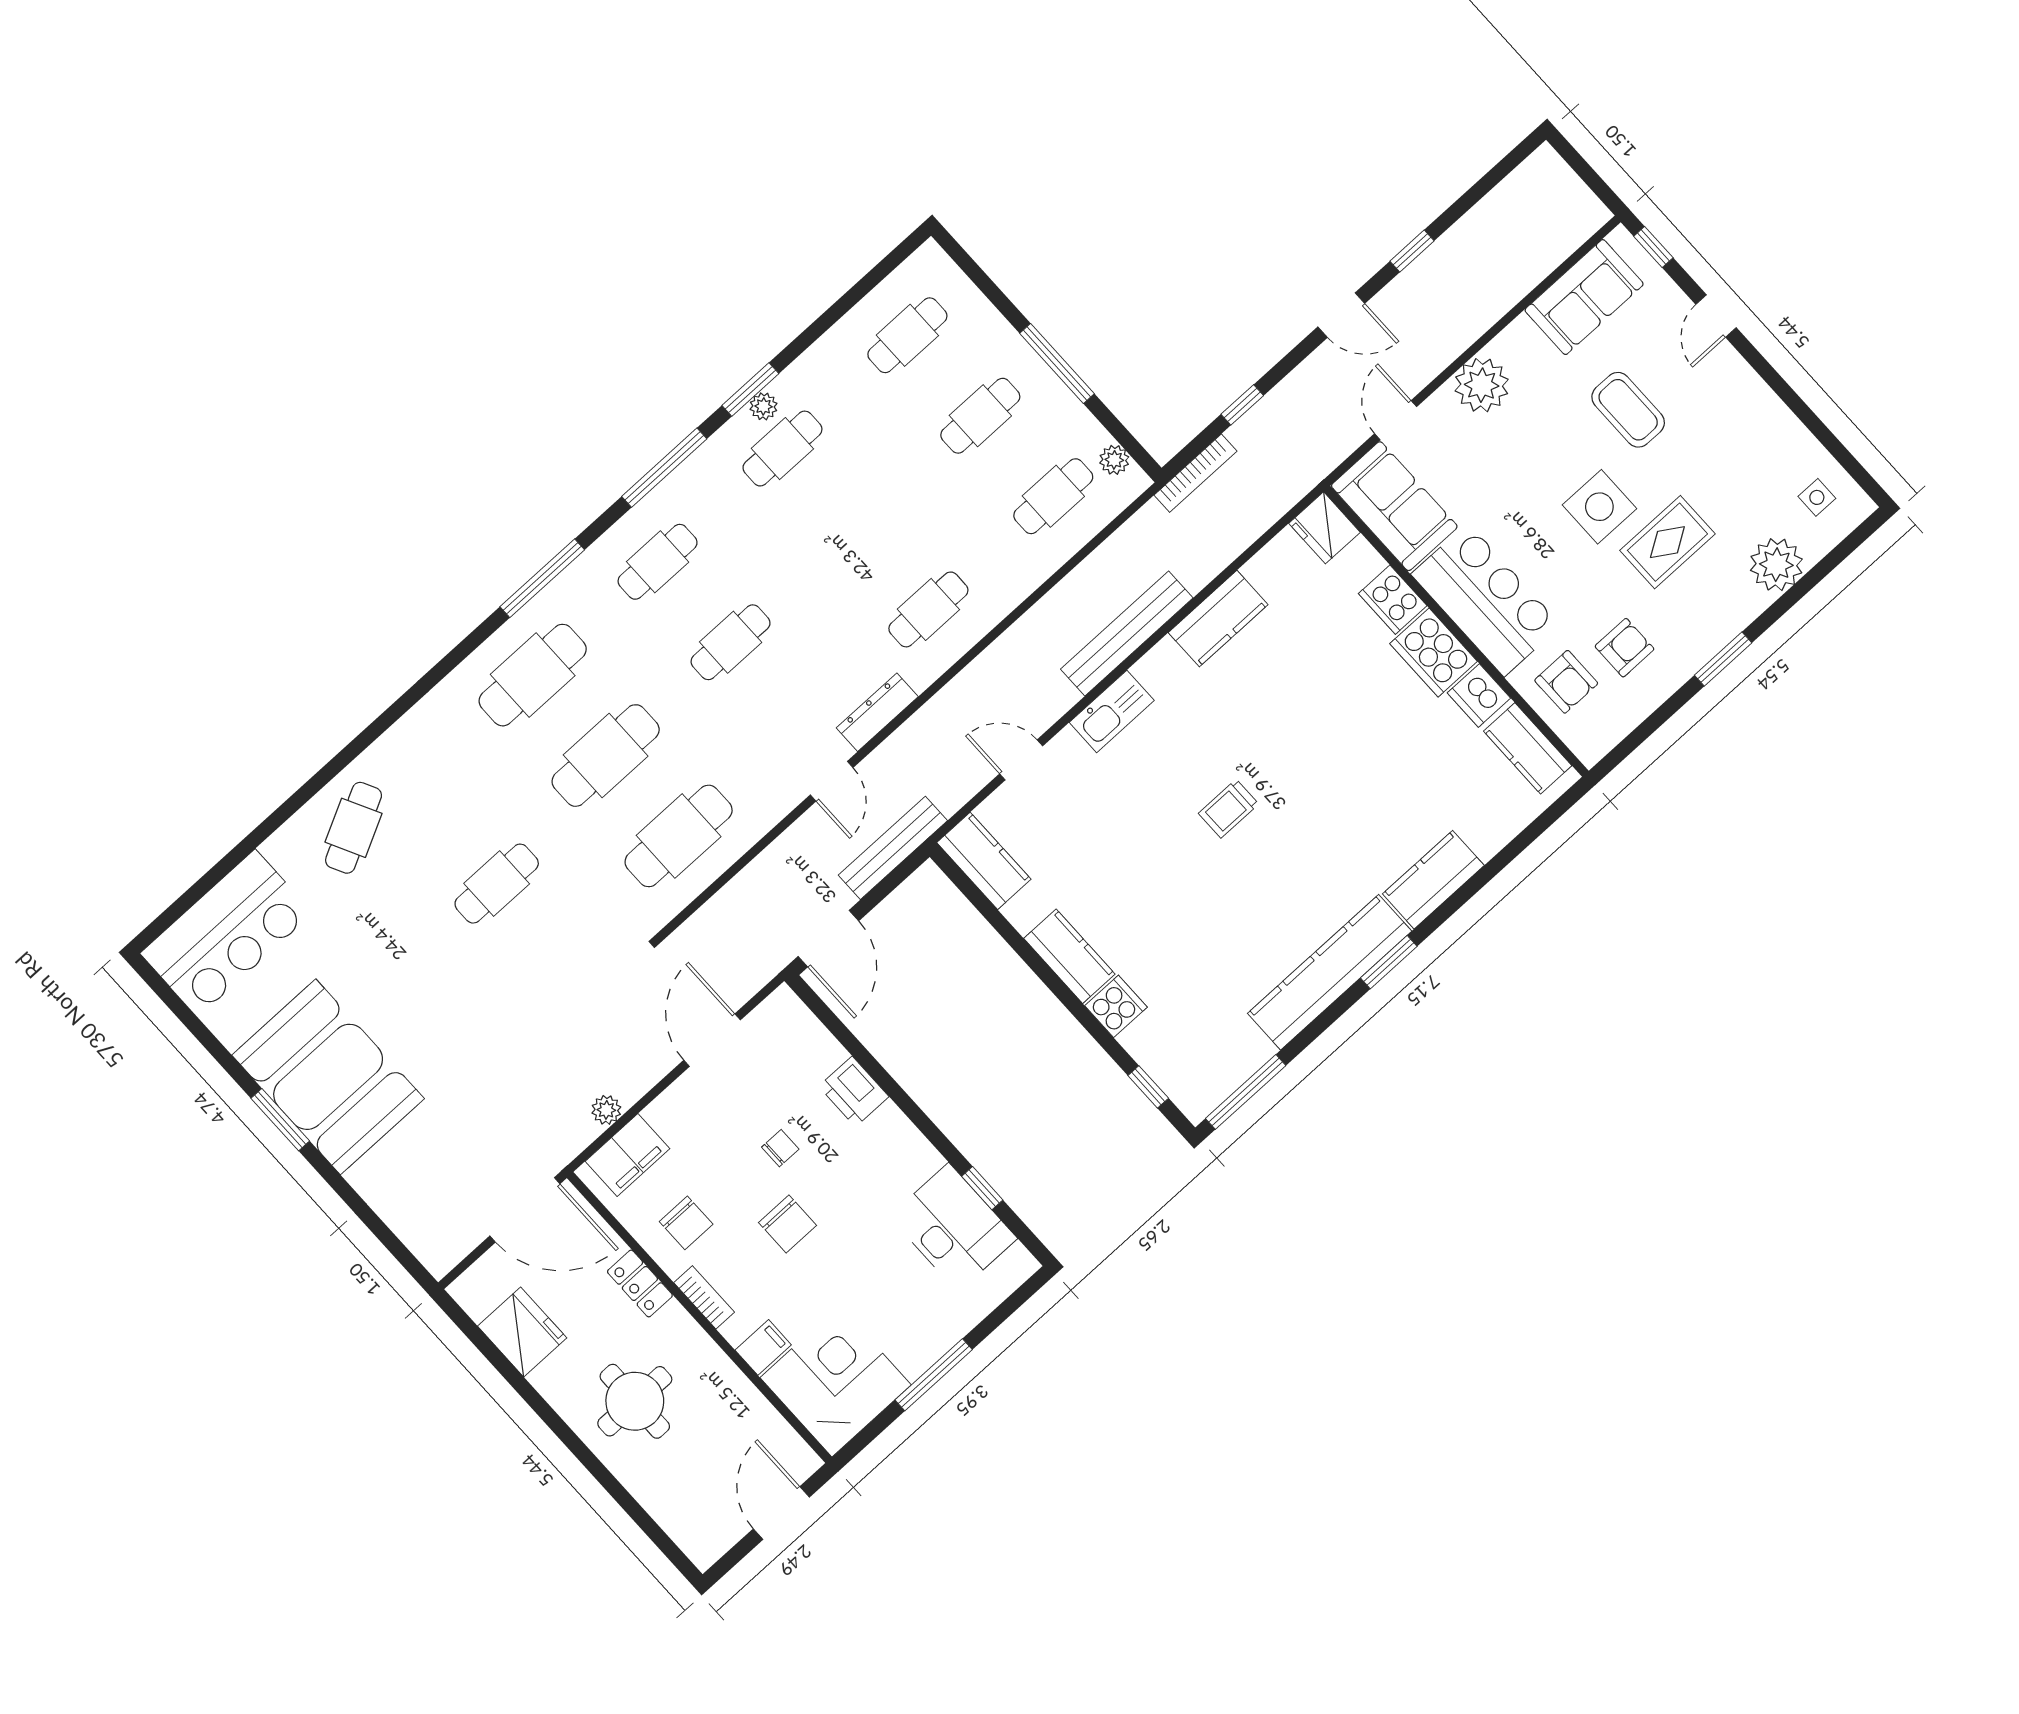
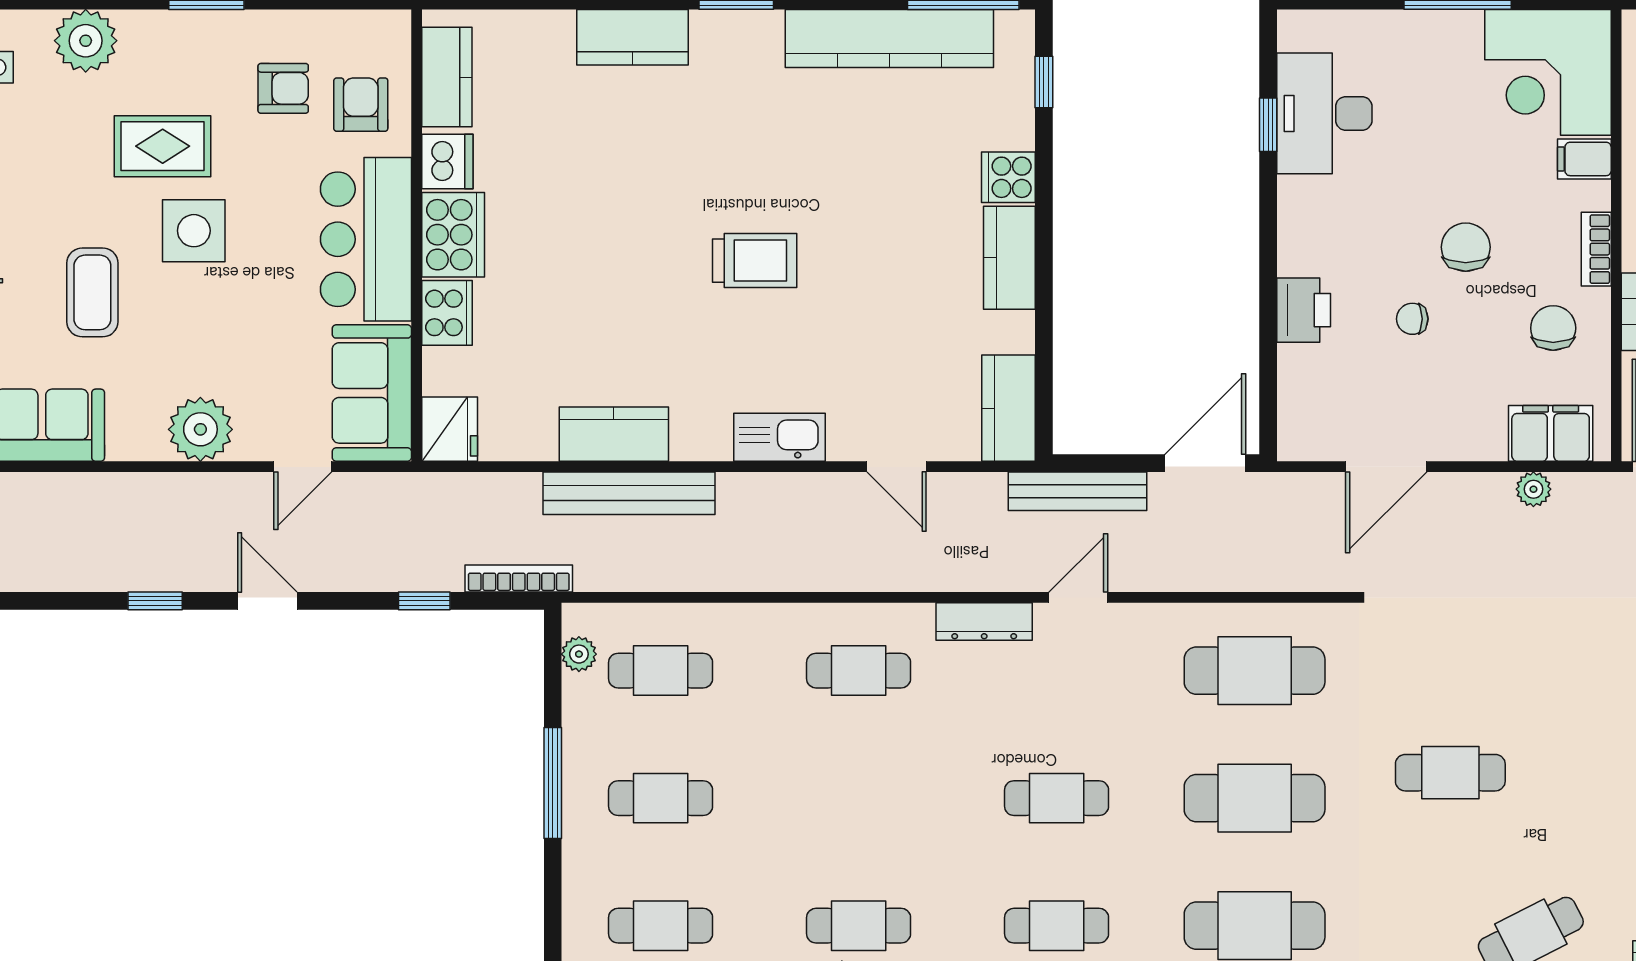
bench: (1127, 634) -> (629, 493), moved
armchair: (1625, 648) -> (283, 88), turned 180
trolley: (1229, 809) -> (755, 261), width x1.36, depth x1.39
kitchen counter: (1330, 972) -> (889, 39), moved

